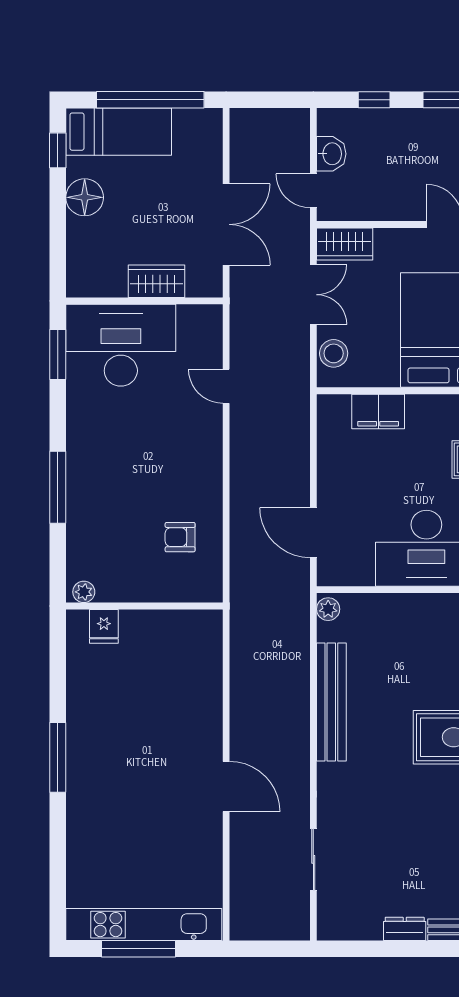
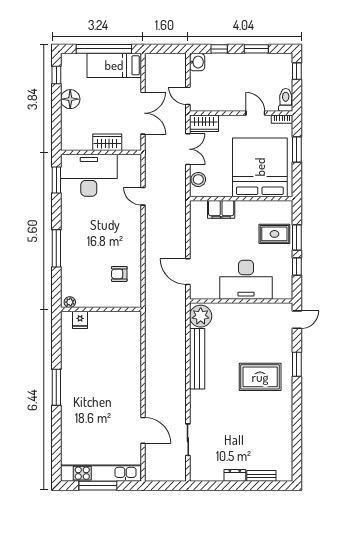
bed: (119, 132) -> (114, 65), moved, turned 180
washbasin: (331, 154) -> (197, 62), moved
plant: (328, 609) -> (201, 316), width x1.87, depth x1.87
door: (226, 786) -> (143, 430), moved

